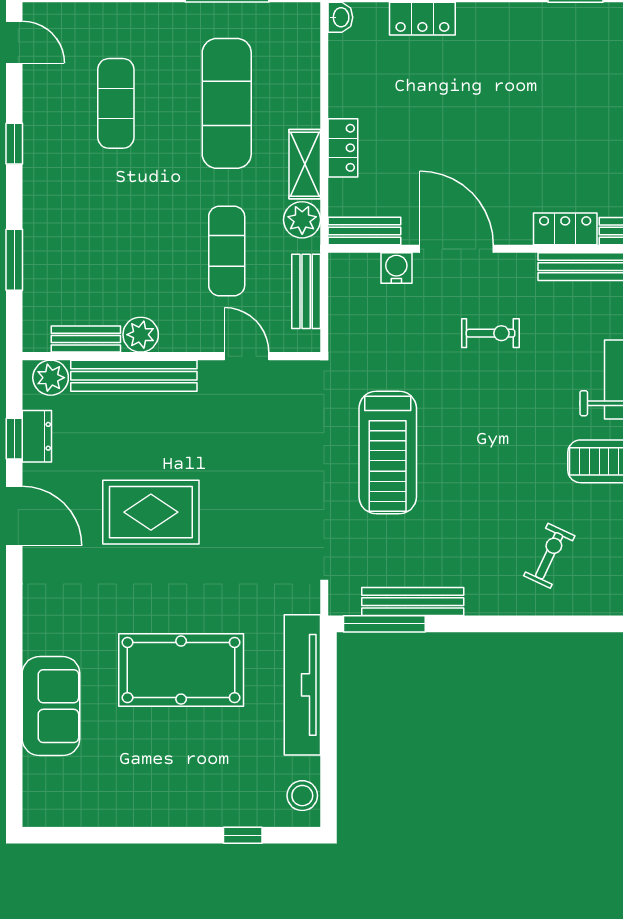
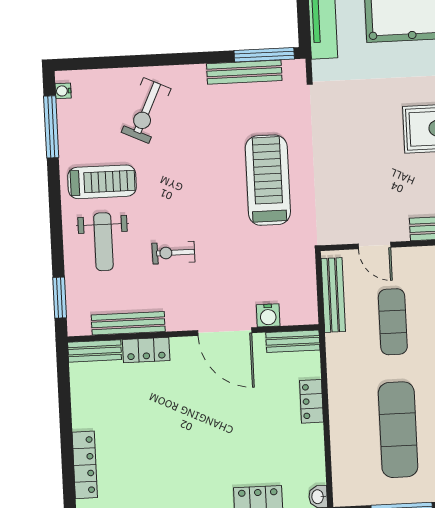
shelving: (305, 164) -> (339, 388), removed
plant: (302, 220) -> (339, 347), removed
bench: (306, 291) -> (333, 295), width x1.36
exercise bike: (491, 333) -> (173, 253), moved
exercise bike: (549, 556) -> (146, 110), width x1.38, depth x1.39

